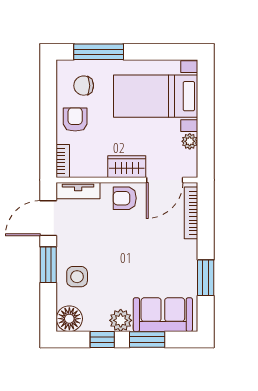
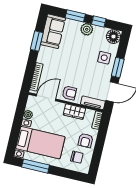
window: (99, 52) -> (36, 166), moved
wardrobe: (127, 167) -> (74, 112), moved
sofa: (163, 315) -> (53, 31), moved, turned -90

